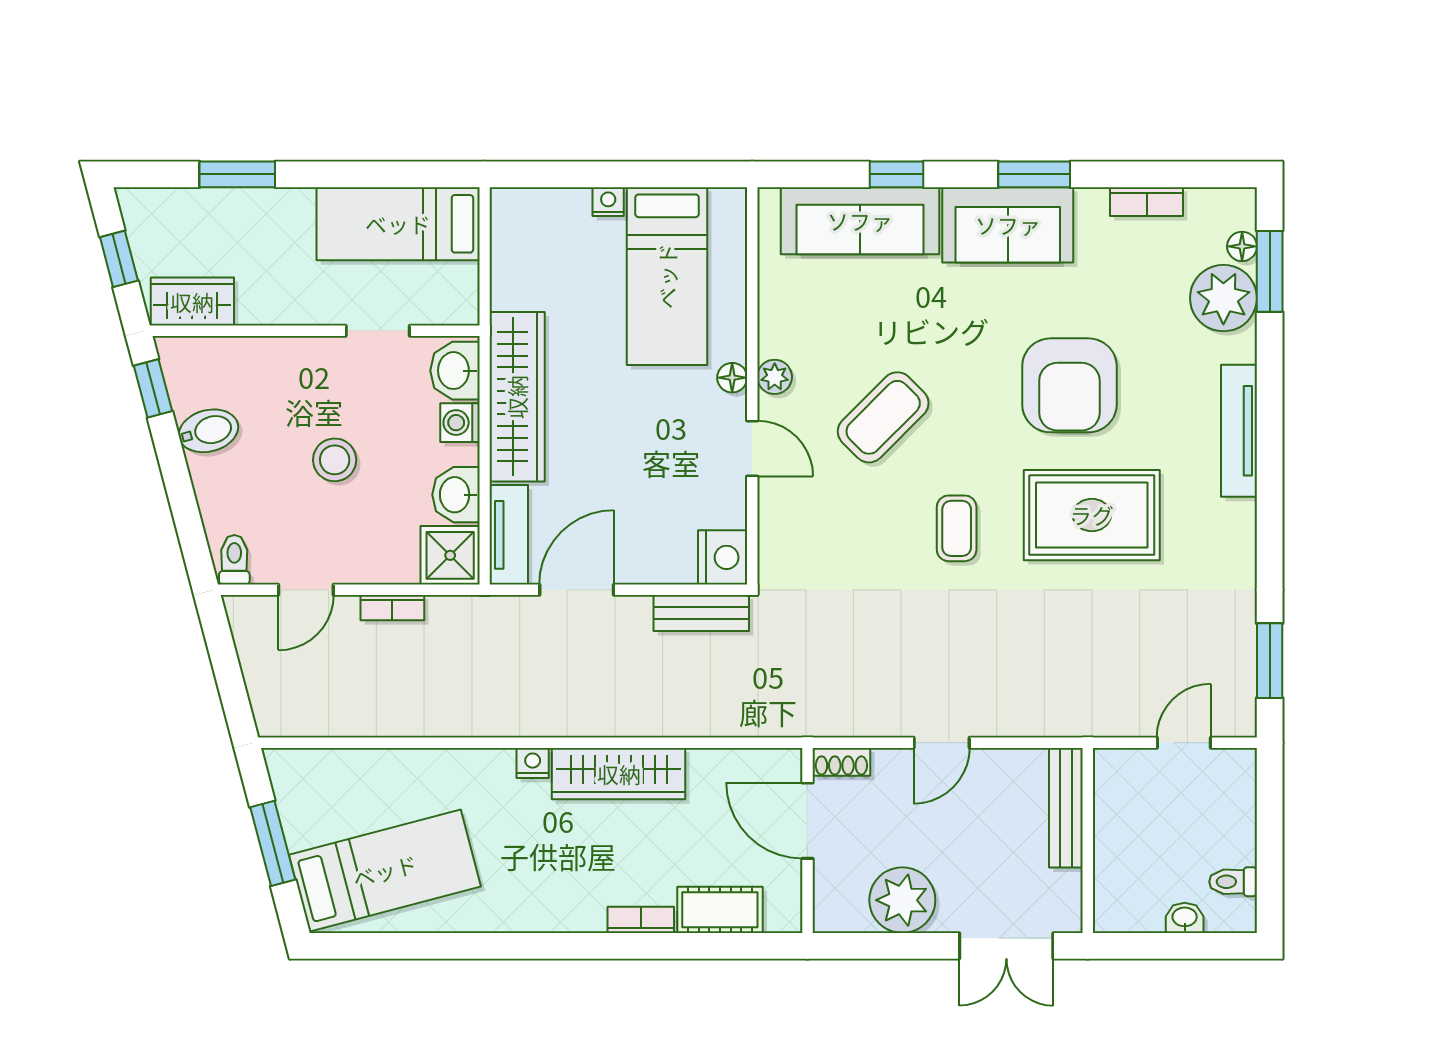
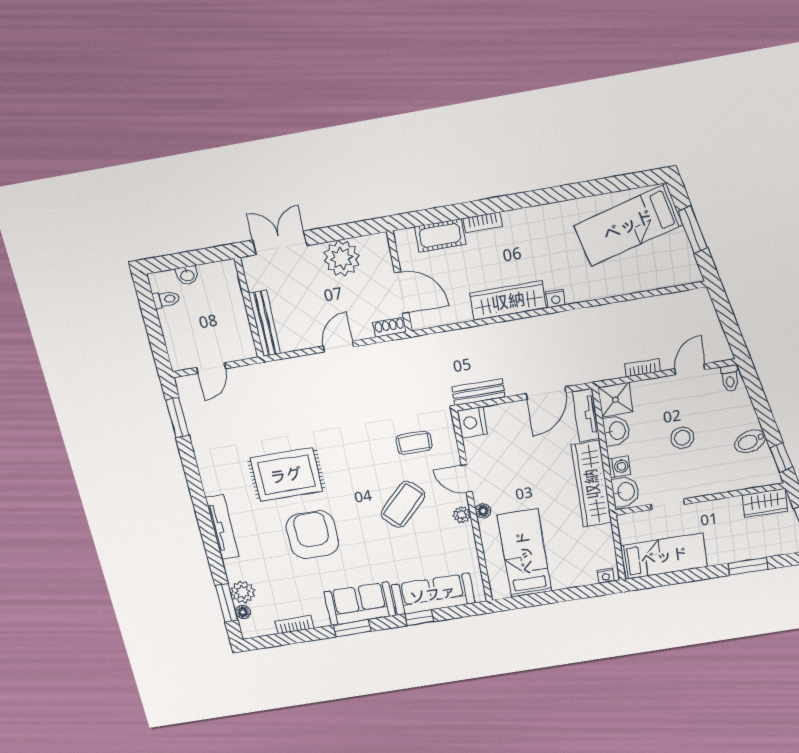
nightstand: (608, 202) -> (606, 576), moved
plant: (1223, 298) -> (243, 592), width x0.73, depth x0.73
coffee table: (957, 528) -> (414, 443), moved, turned 90

